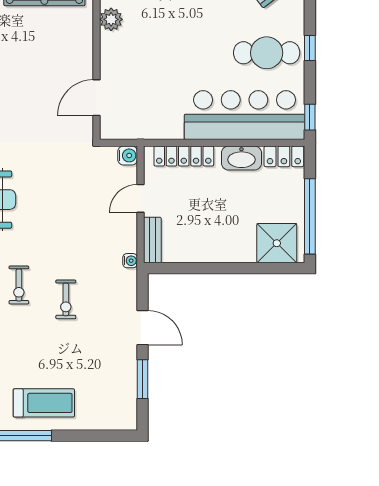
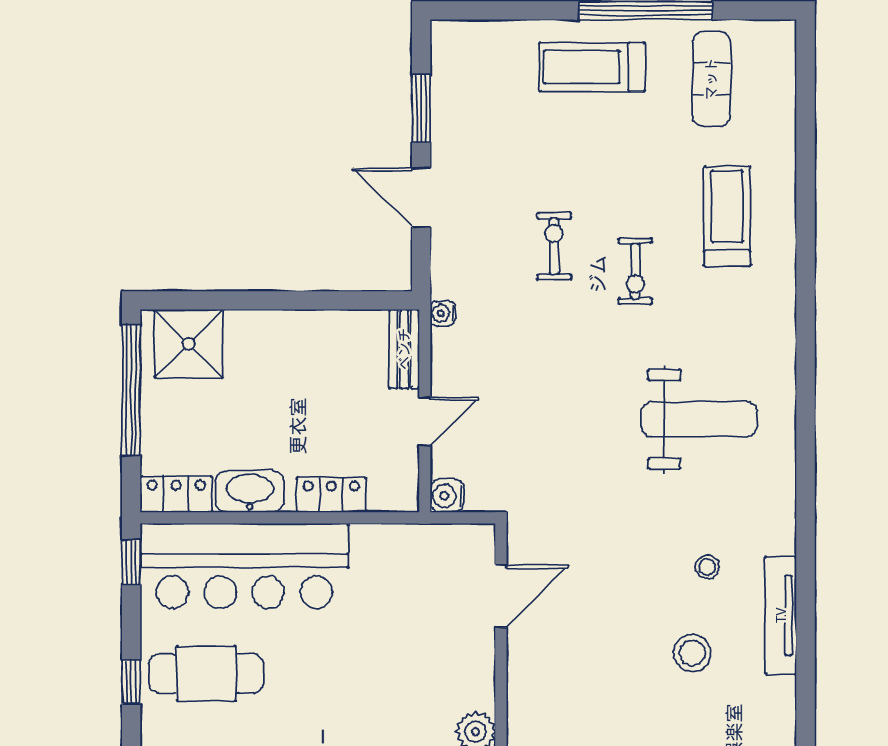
locker: (184, 156) -> (331, 495), width x0.66
exercise bike: (19, 285) -> (635, 271), turned 180

